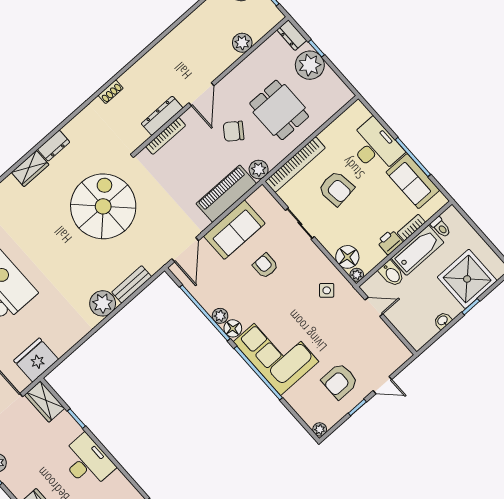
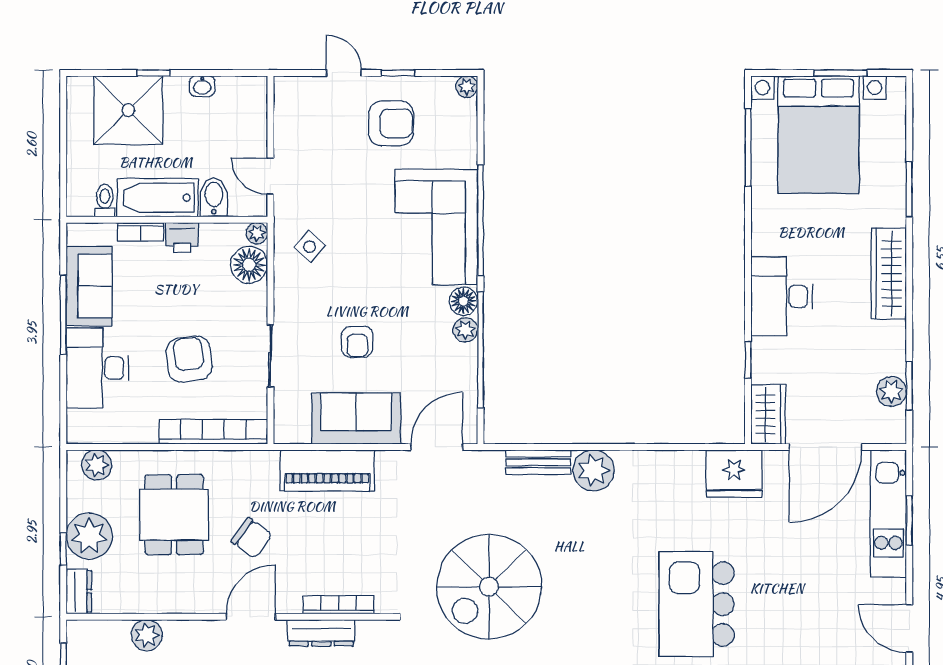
plant: (259, 169) -> (97, 465), moved

